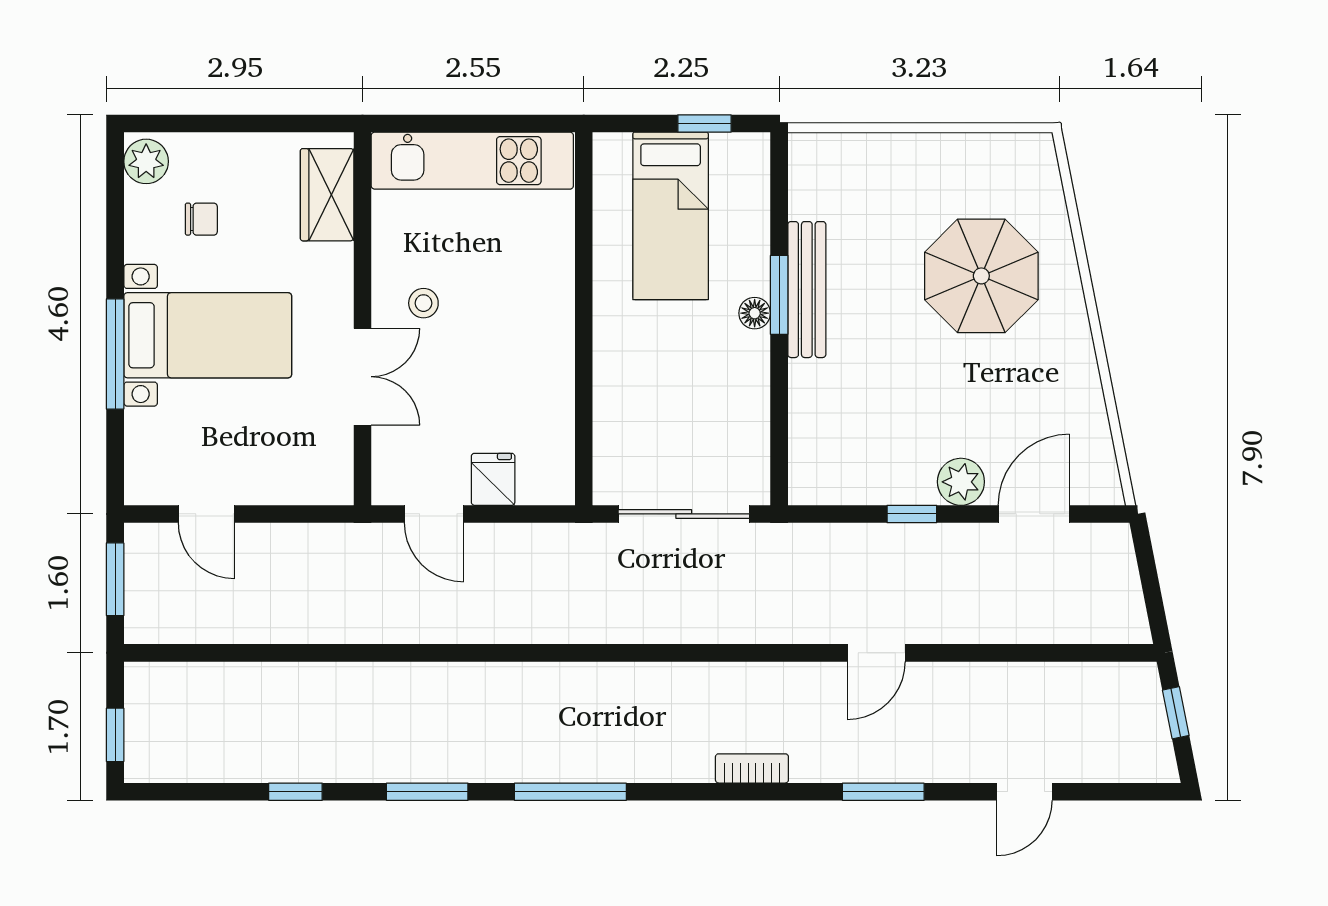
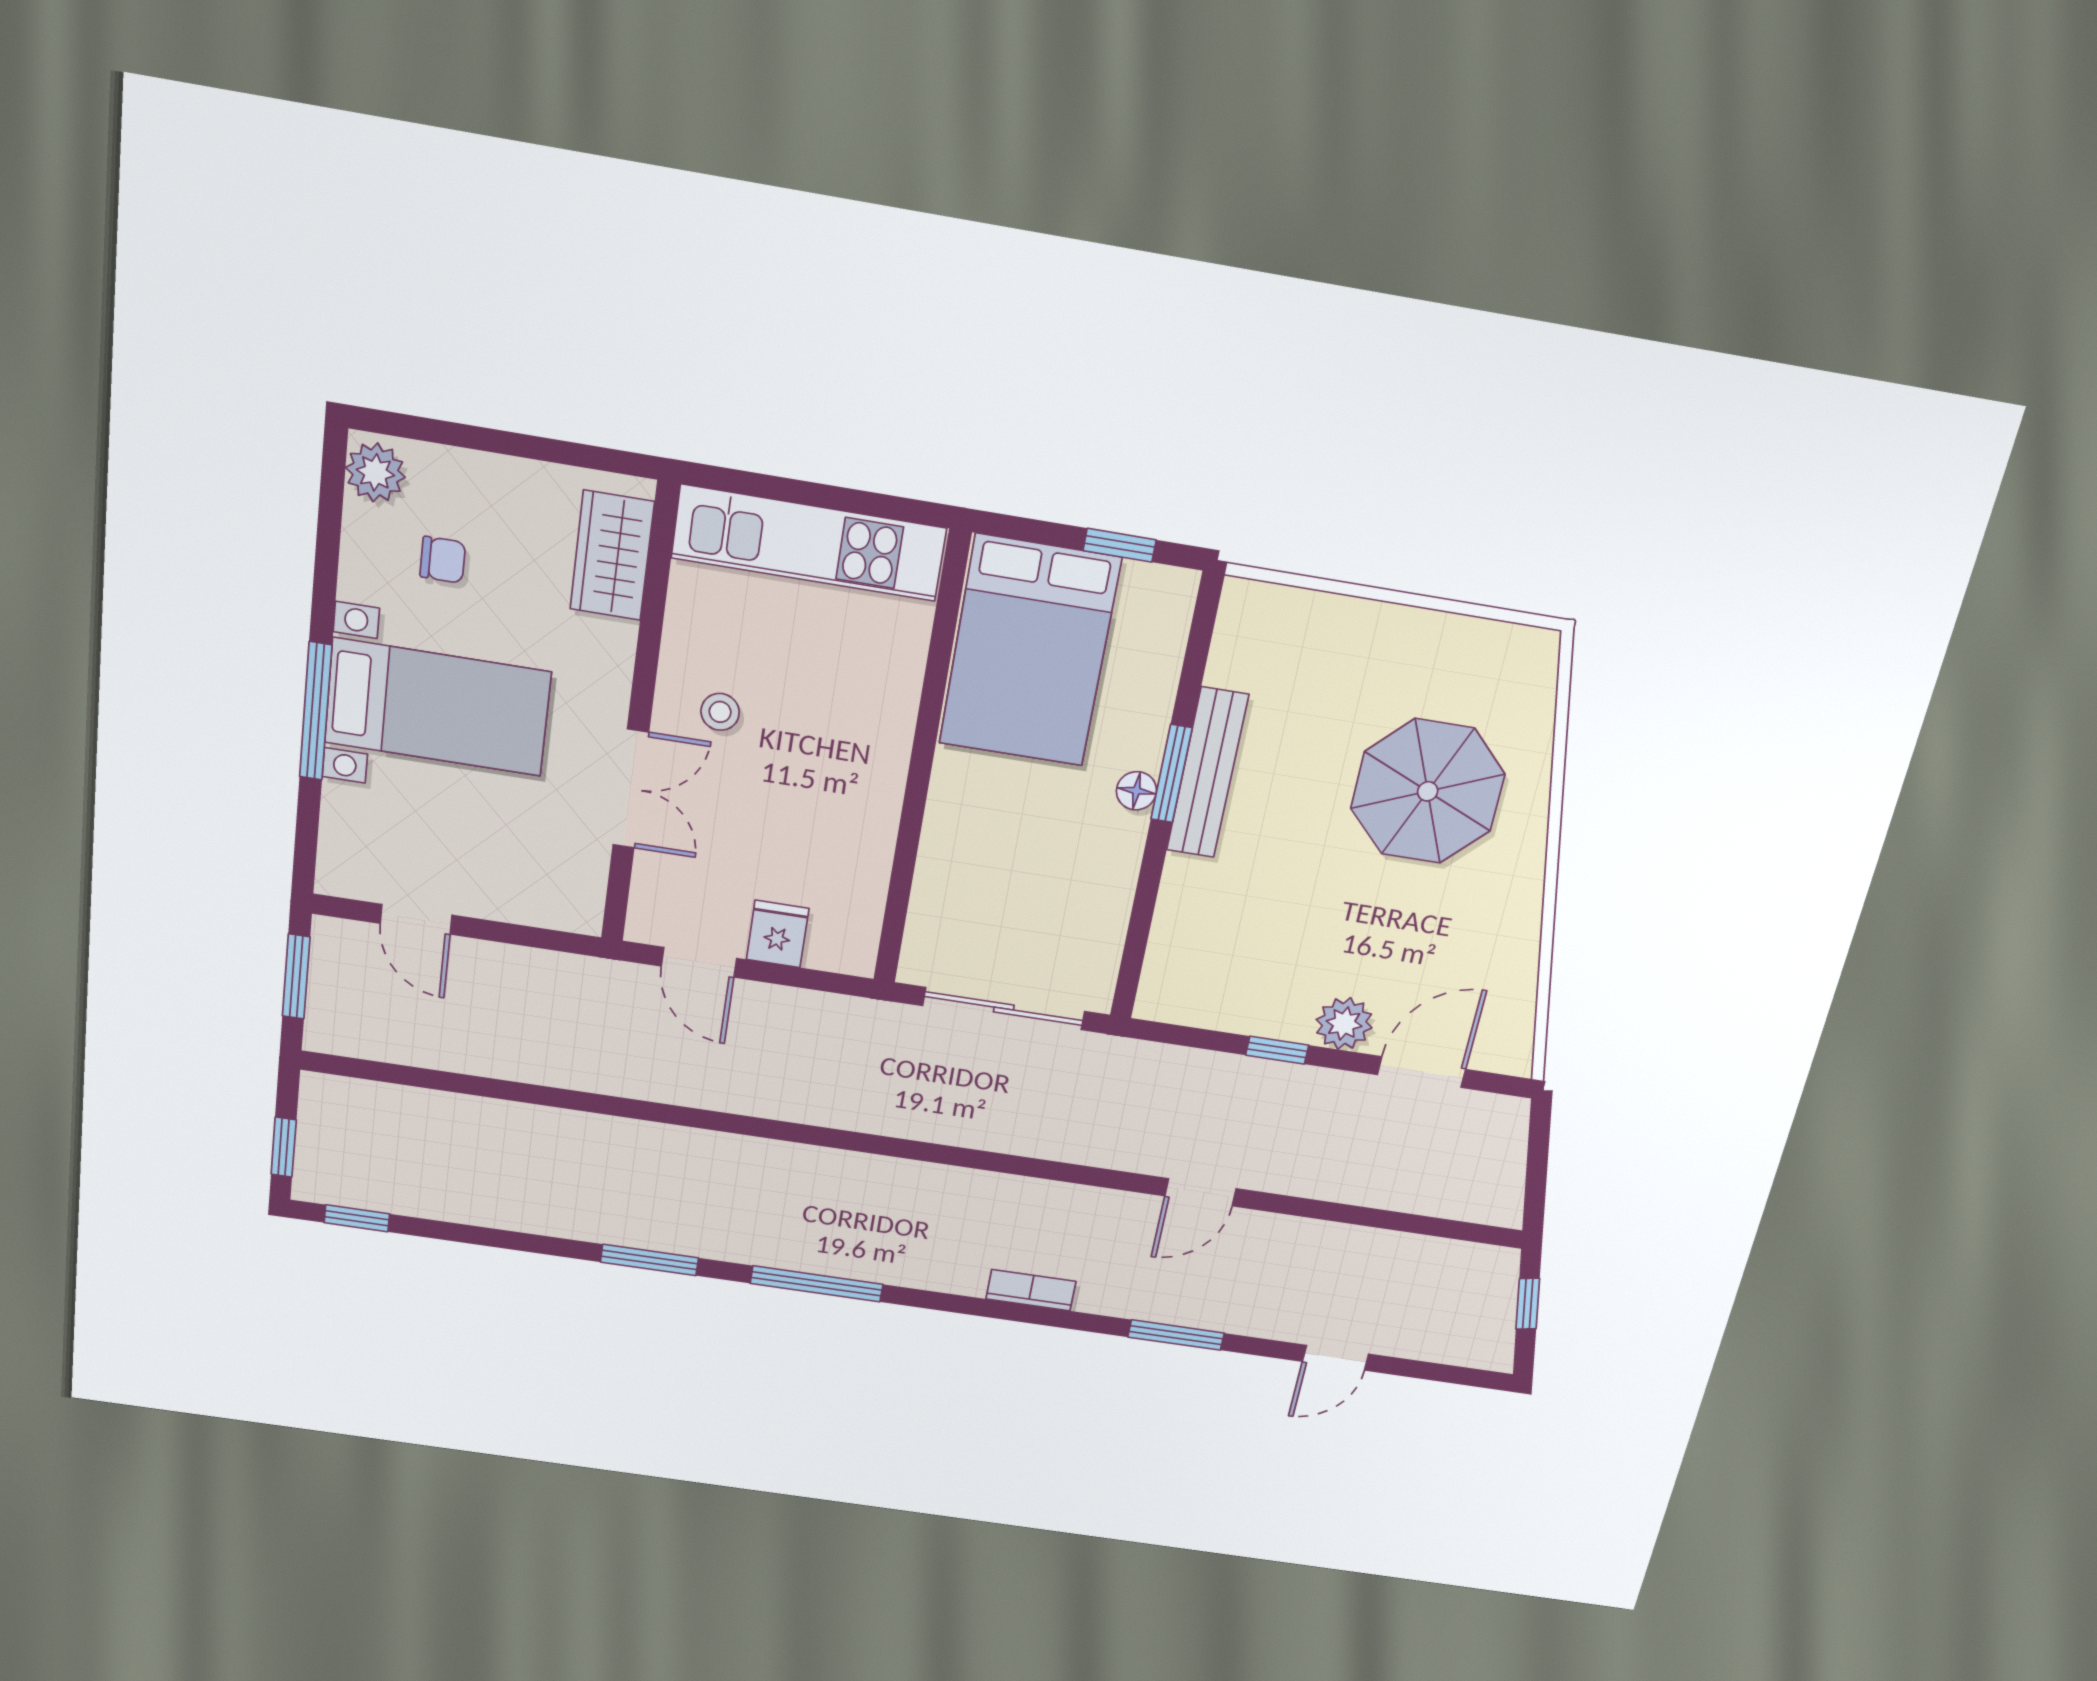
bed: (671, 216) -> (1030, 651), width x1.50
window: (295, 792) -> (357, 1218), moved

